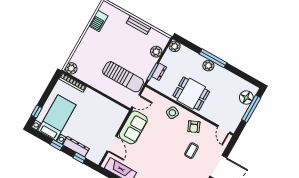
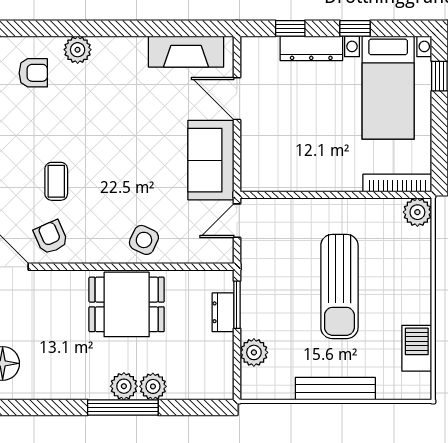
bench: (139, 25) -> (335, 389), width x1.36
plant: (175, 46) -> (153, 386), moved
sun lounger: (123, 77) -> (339, 287), moved, turned -90
armchair: (194, 127) -> (51, 237), moved

